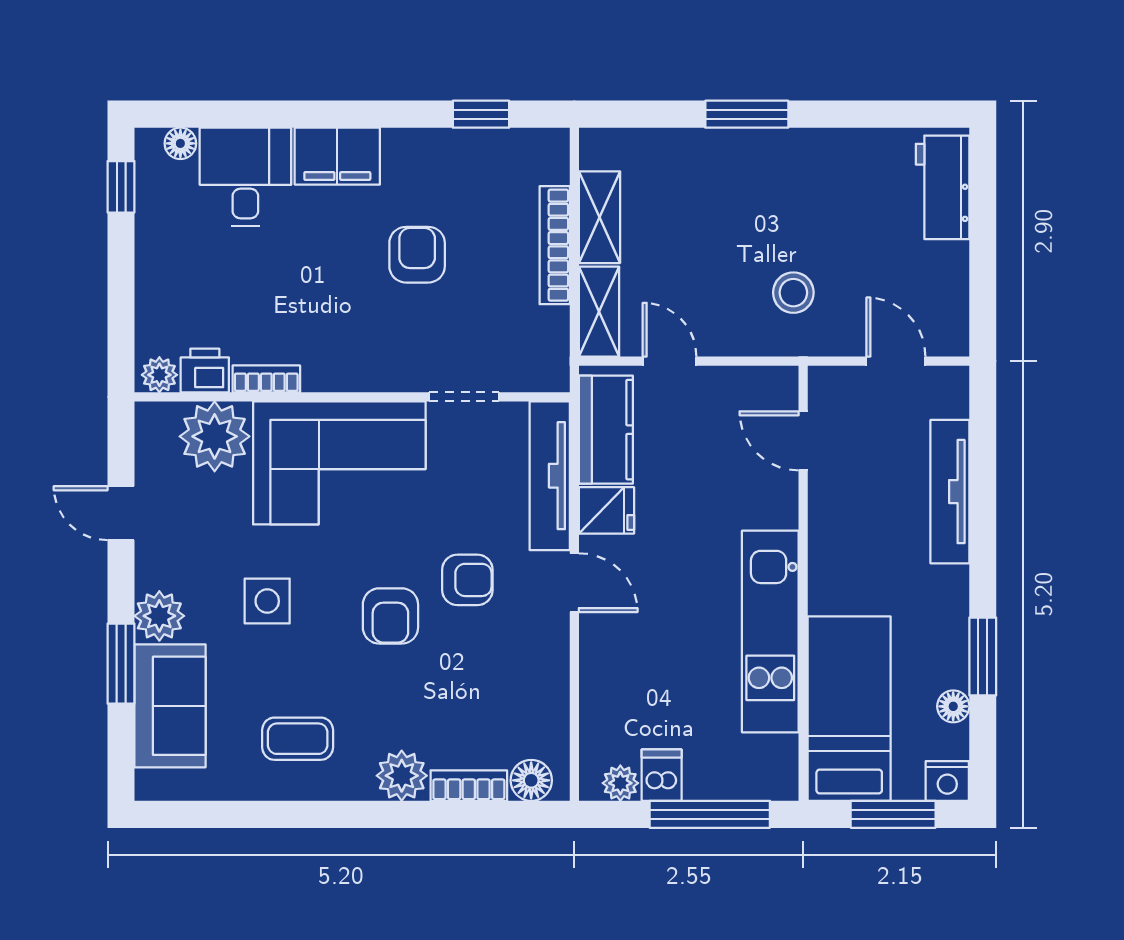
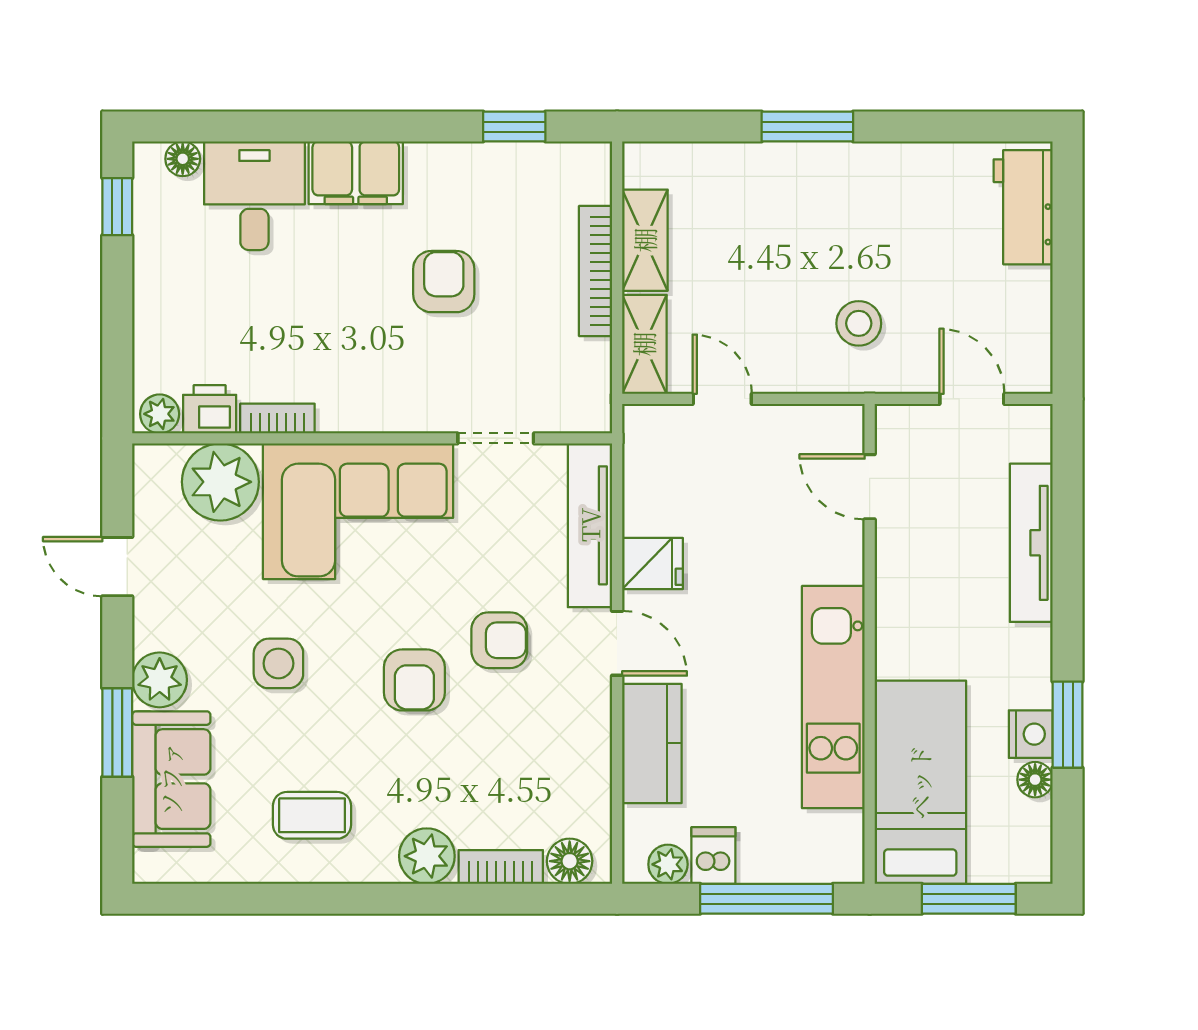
kitchen counter: (606, 430) -> (652, 743), moved
nightstand: (947, 781) -> (1031, 734), moved, turned -90

